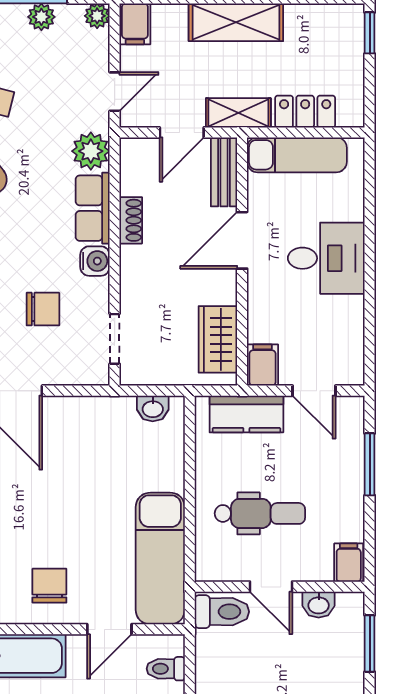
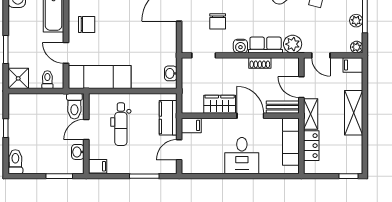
wardrobe: (218, 339) -> (220, 104), moved

